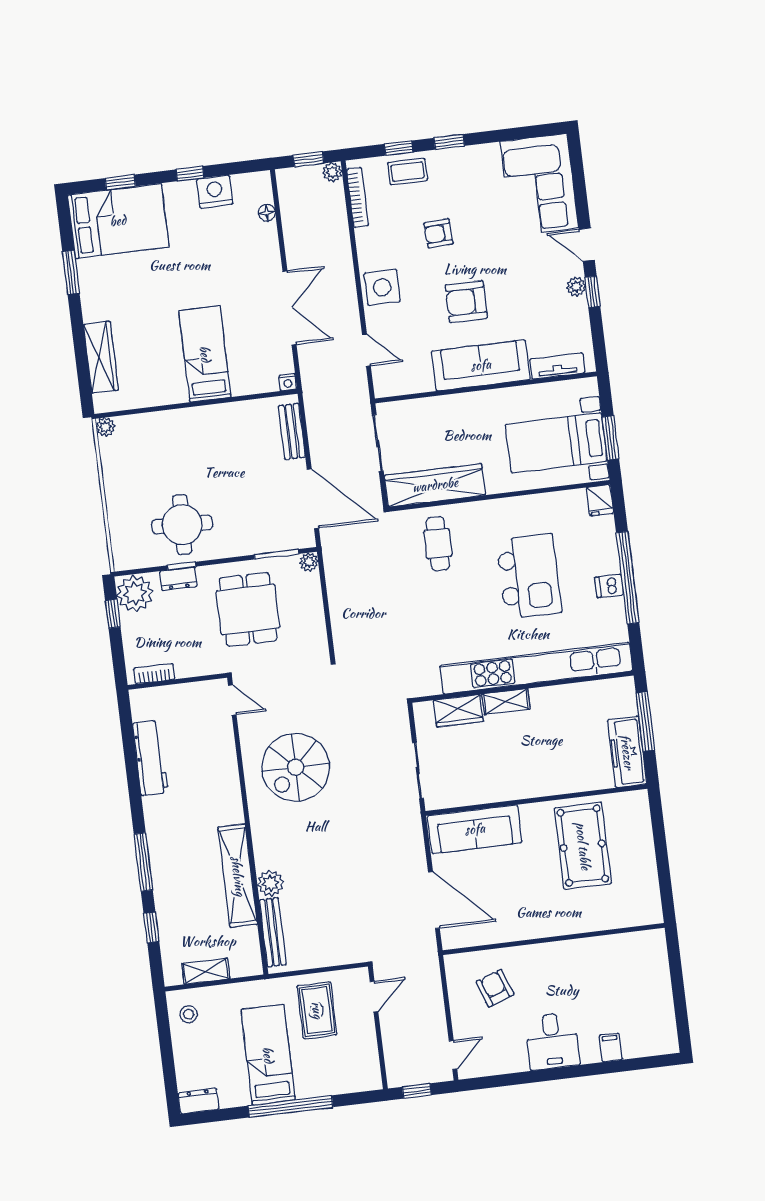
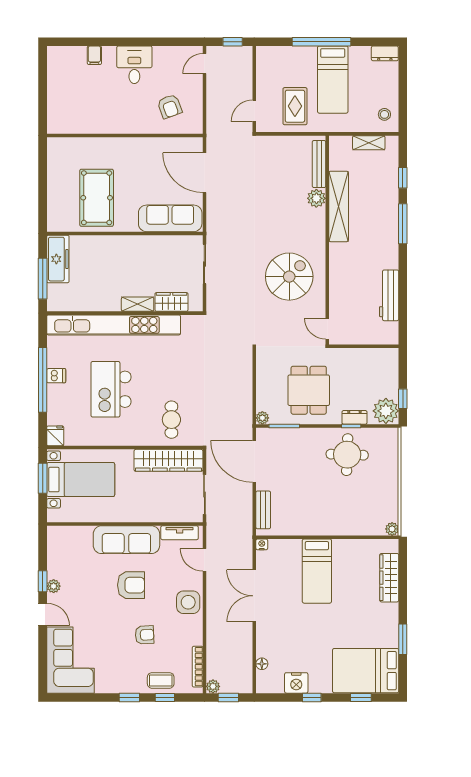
tv unit: (557, 366) -> (180, 533), moved
bookcase: (154, 674) -> (379, 354), removed

